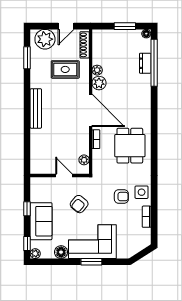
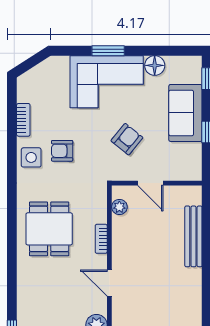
bench: (36, 108) -> (193, 236), moved
door: (91, 110) -> (109, 283), width x0.53
plant: (35, 254) -> (194, 63), removed

